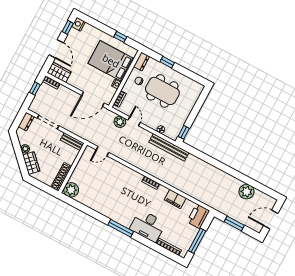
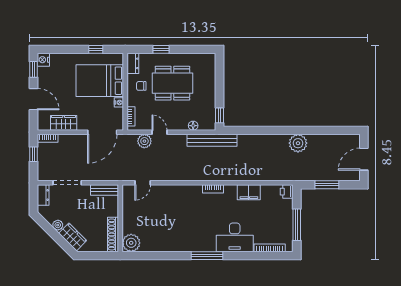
wardrobe: (59, 72) -> (64, 123), moved
plant: (247, 192) -> (298, 143), moved
printer: (198, 216) -> (287, 192), width x0.53, depth x0.68

